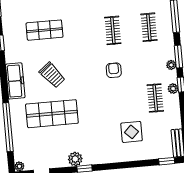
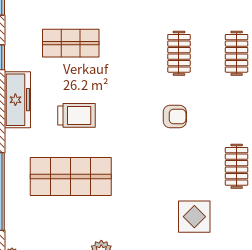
armchair: (114, 70) -> (175, 116), turned 90
trolley: (52, 75) -> (77, 115), turned -51
freezer: (15, 81) -> (17, 100), moved

